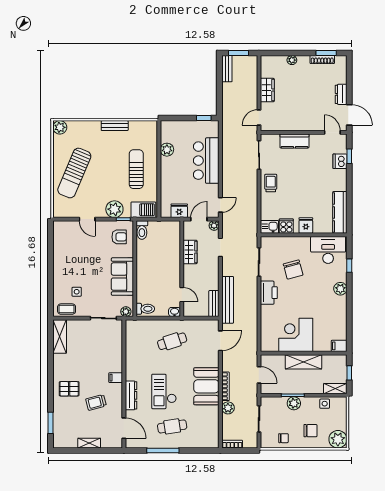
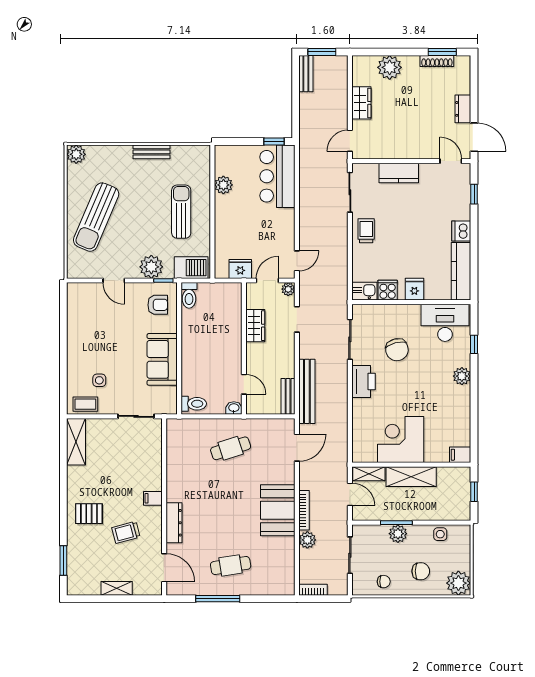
plant: (292, 60) -> (390, 67), width x1.88, depth x1.88
bar counter: (206, 161) -> (277, 176), moved
dishwasher: (340, 161) -> (461, 231), moved
plant: (126, 312) -> (167, 408), removed
shelving: (335, 389) -> (369, 474), moved
checkout: (164, 391) -> (219, 517), removed

